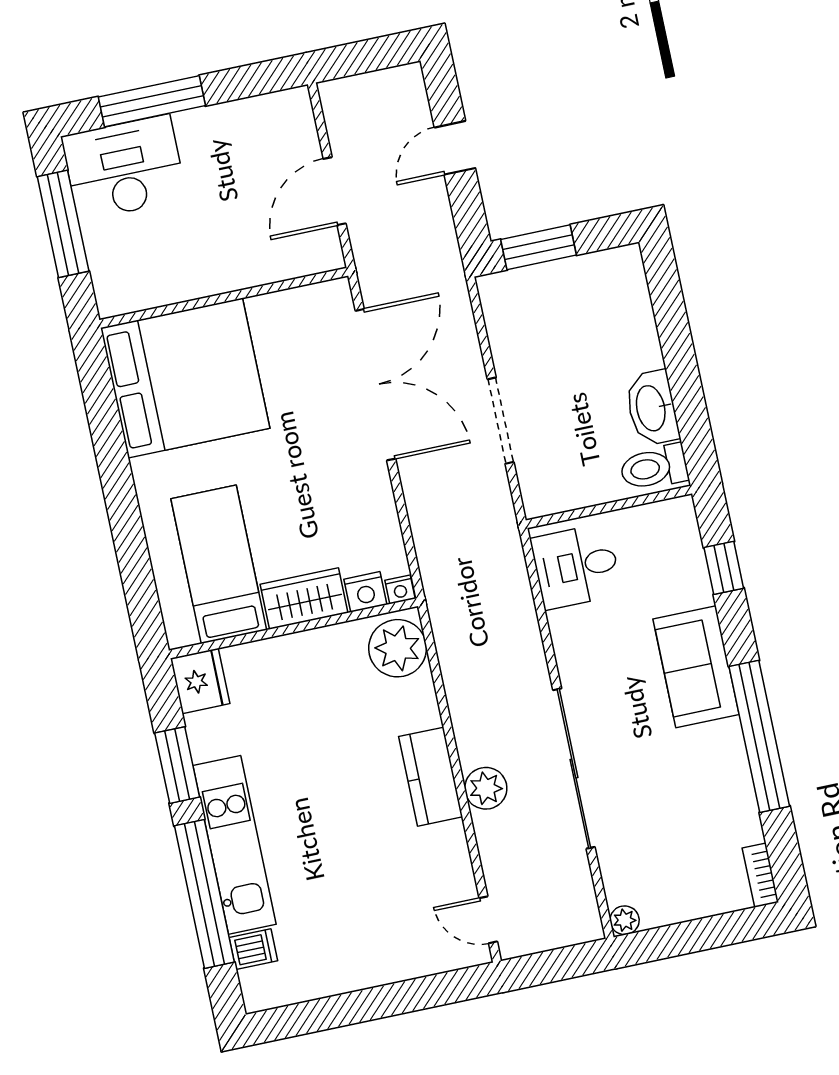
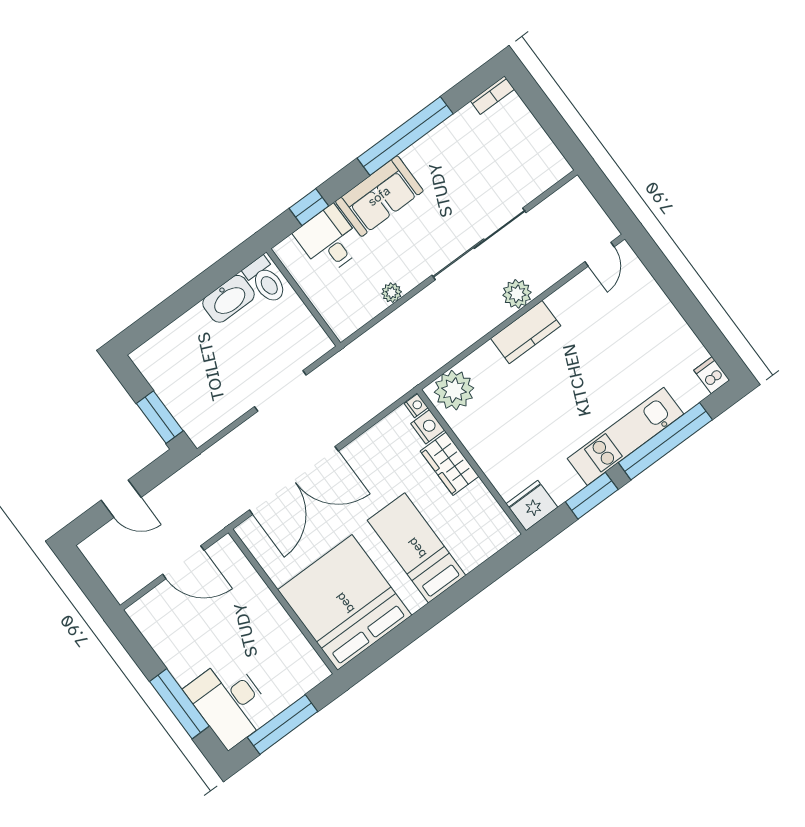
double door: (375, 385) -> (294, 480), swing flipped
bed: (219, 564) -> (417, 548), moved, turned 90
desk: (576, 566) -> (329, 240), moved, turned 180
plant: (625, 920) -> (392, 293), moved
dishwasher: (253, 949) -> (712, 375), moved

